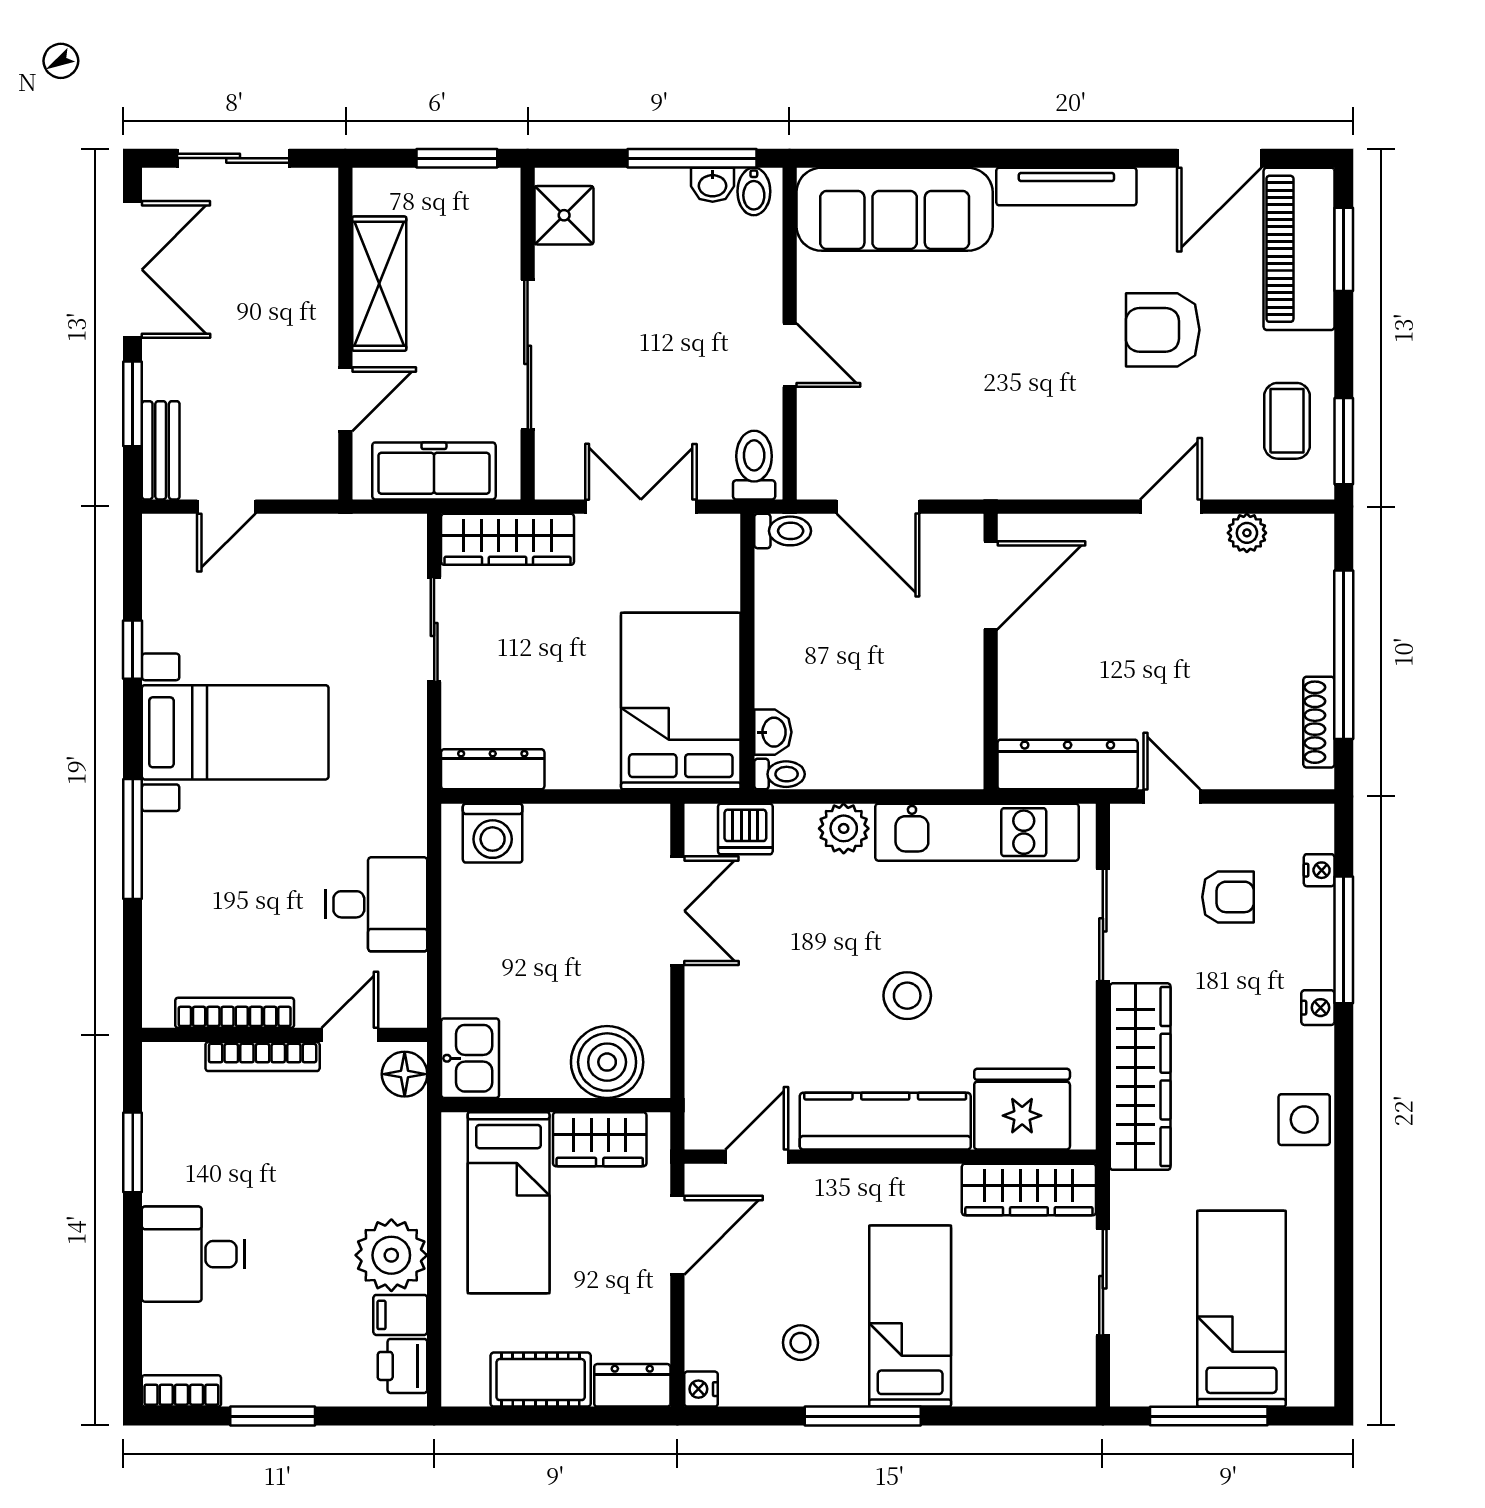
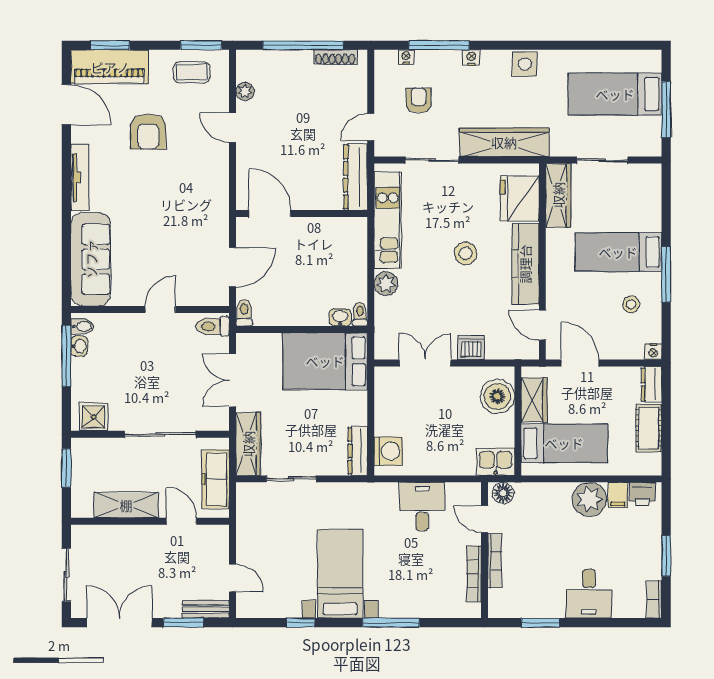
dishwasher: (745, 829) -> (471, 347), moved, turned -90

